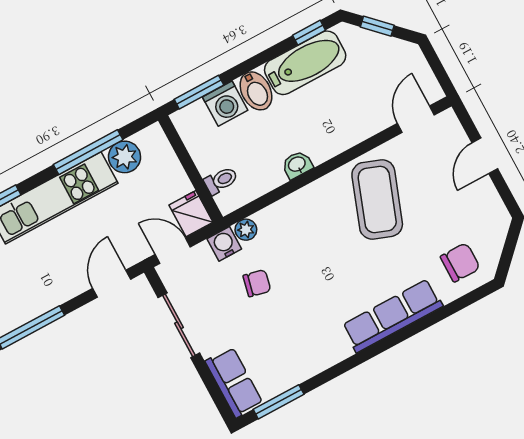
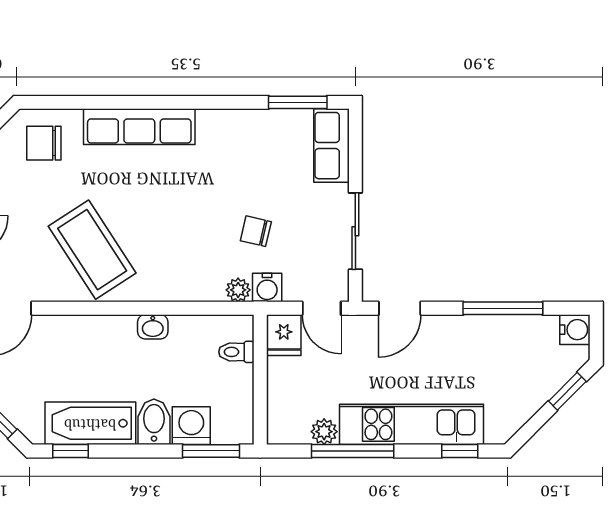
plant: (125, 157) -> (324, 432), width x0.73, depth x0.73
coffee table: (377, 199) -> (92, 250), turned -53

